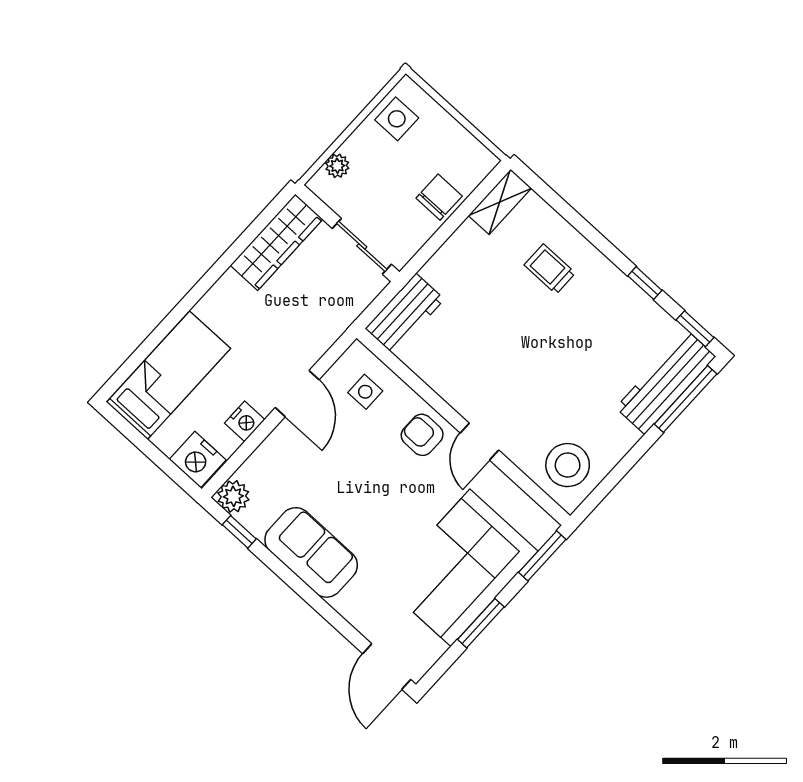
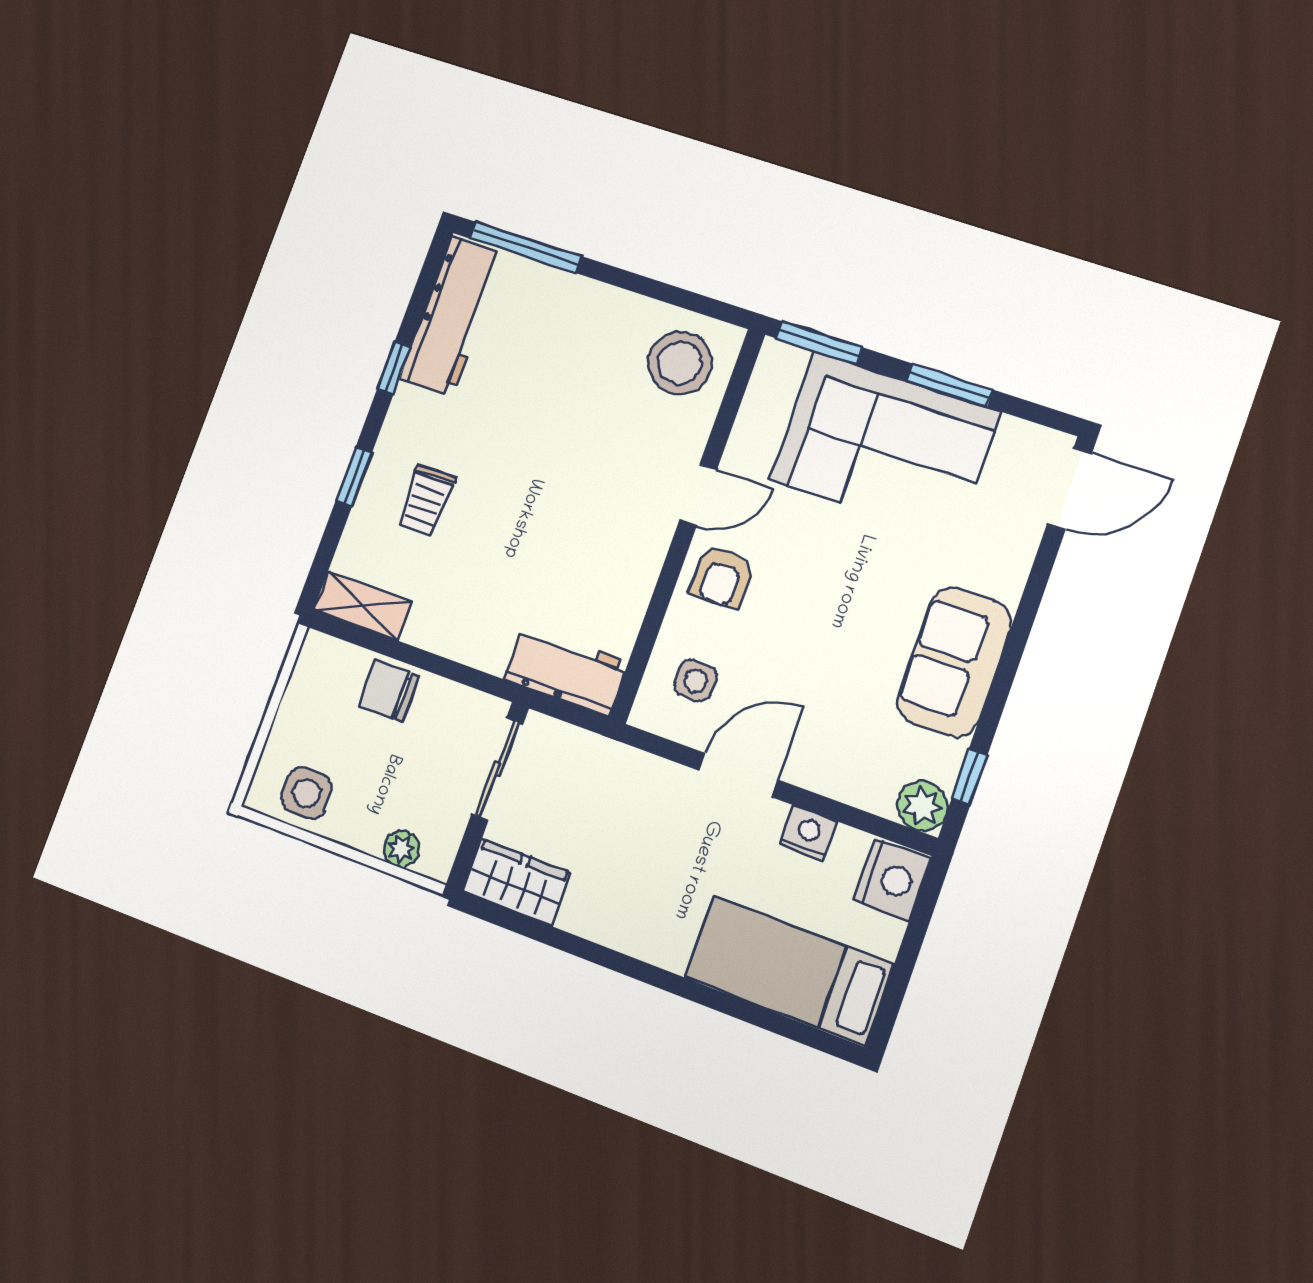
wardrobe: (277, 242) -> (517, 882), width x0.67
window: (695, 329) -> (354, 477), moved
workbench: (666, 382) -> (452, 316), moved, turned -90

